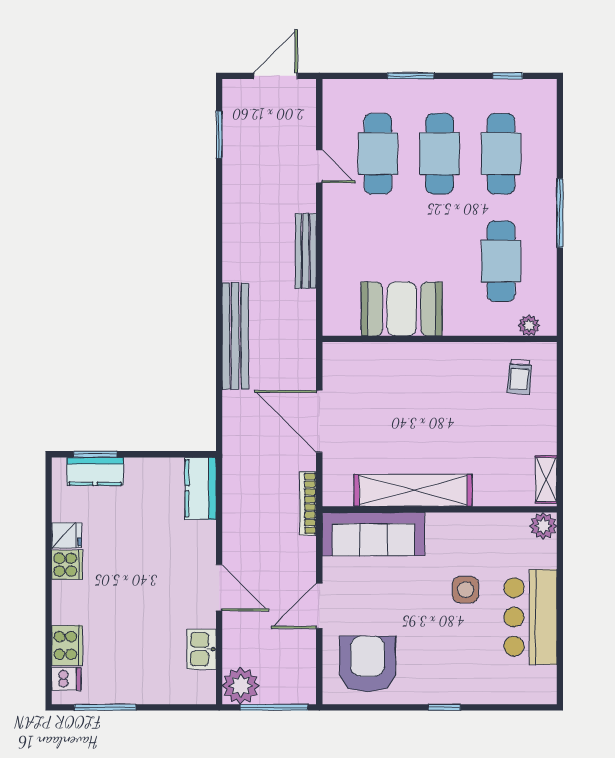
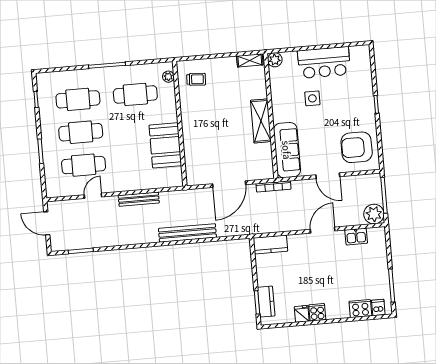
shelving: (413, 490) -> (261, 121), width x0.68

